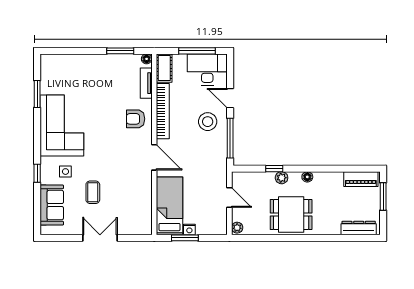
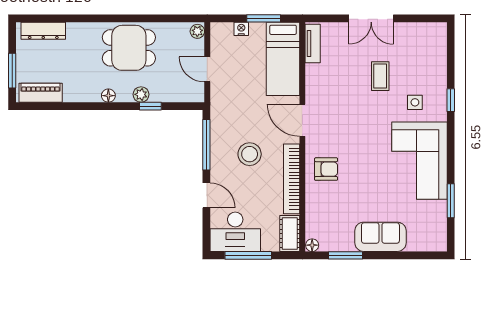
tv unit: (146, 83) -> (313, 43), moved
stool: (208, 122) -> (250, 154), moved
sofa: (52, 205) -> (380, 237), moved, turned 90
nightstand: (189, 230) -> (241, 29), moved

